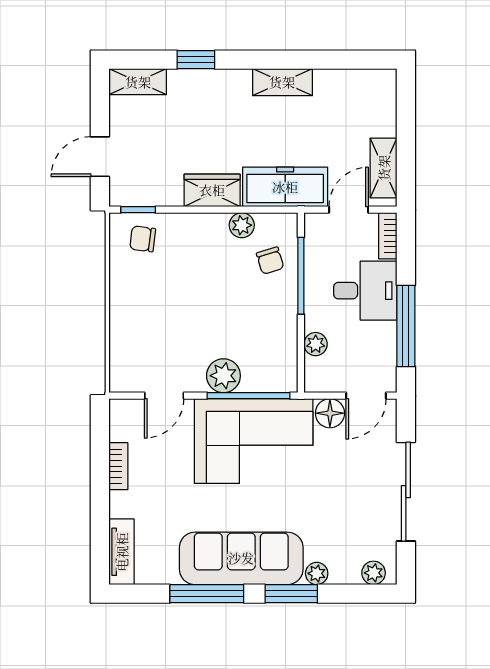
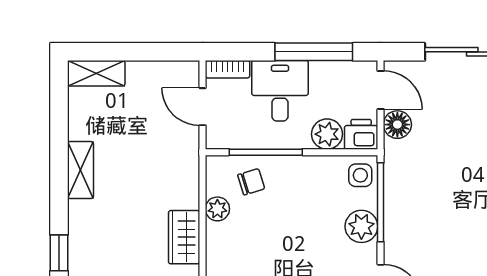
shelving: (384, 168) -> (96, 73), moved
freezer: (285, 187) -> (181, 167), removed
plant: (316, 344) -> (327, 134), width x1.38, depth x1.38
side table: (277, 375) -> (360, 175), added
printer: (320, 375) -> (361, 134), added
corner sofa: (254, 441) -> (424, 197), removed

